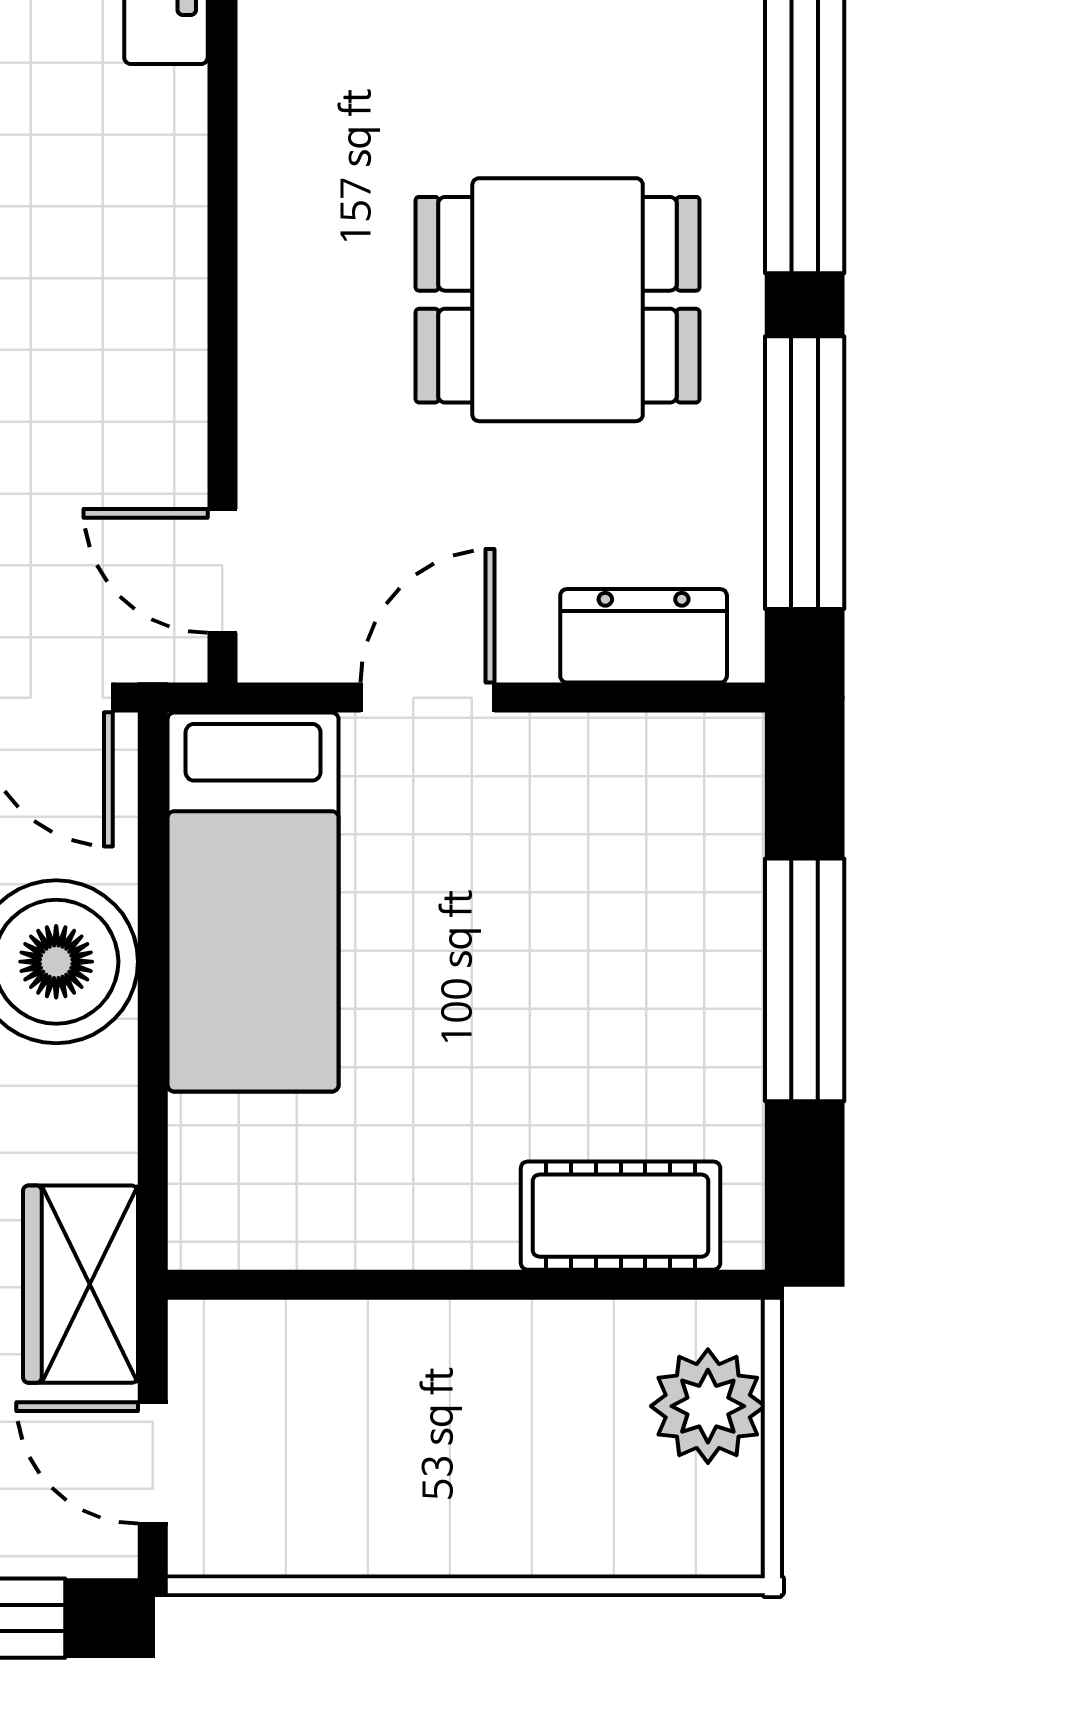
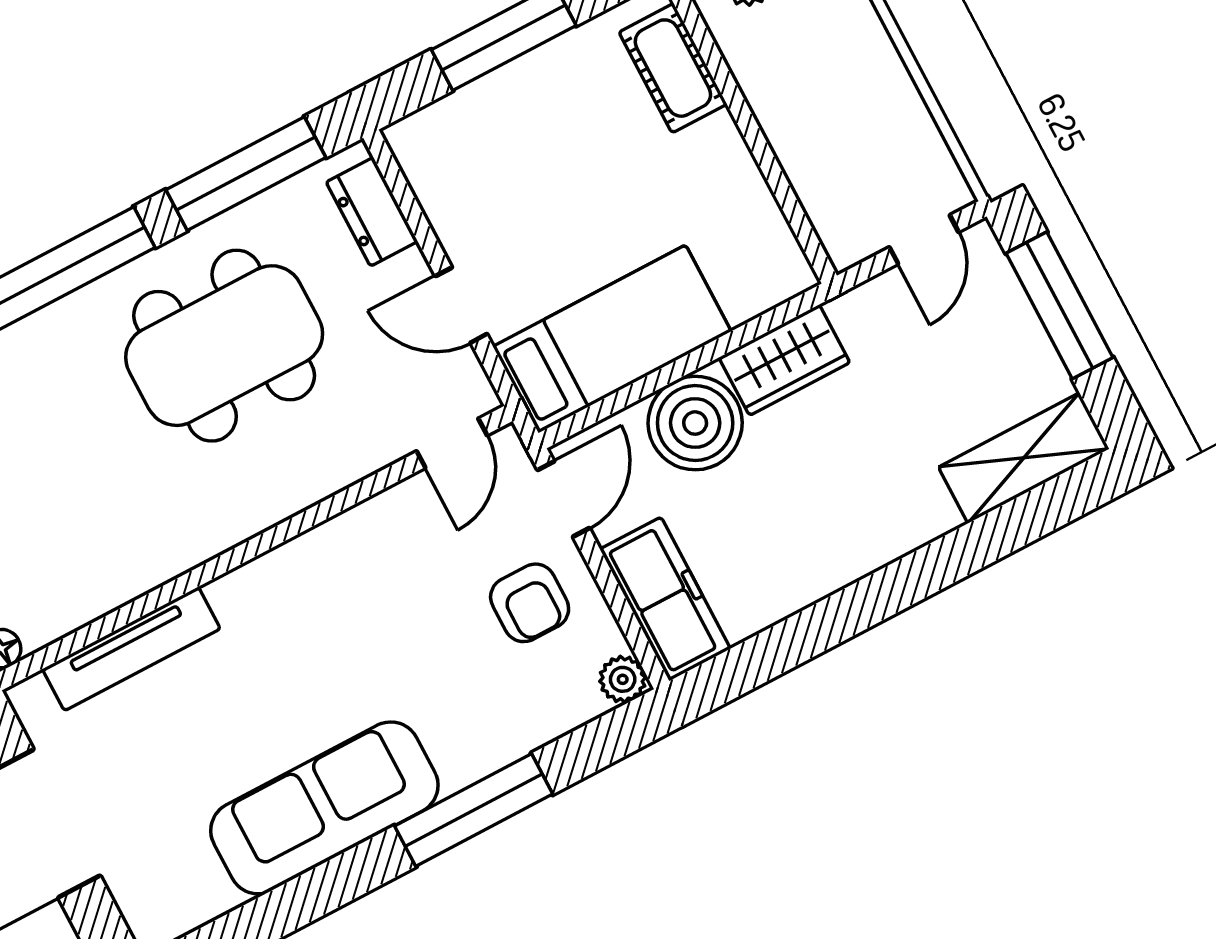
dining table: (558, 300) -> (224, 346), width x1.38
wardrobe: (81, 1284) -> (784, 360), moved

